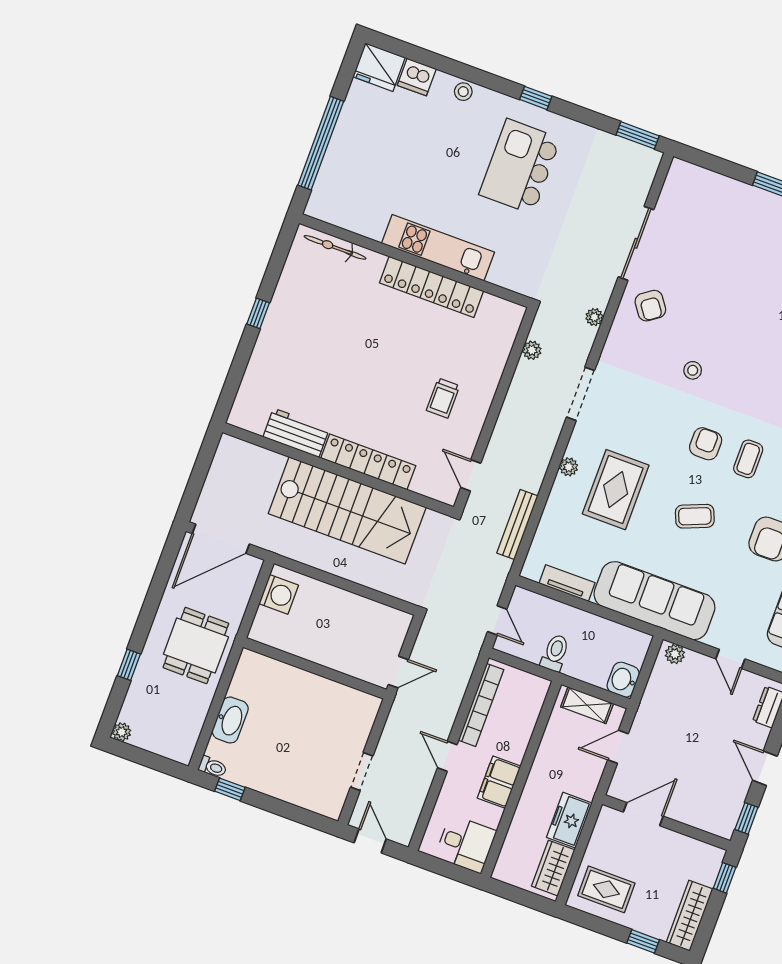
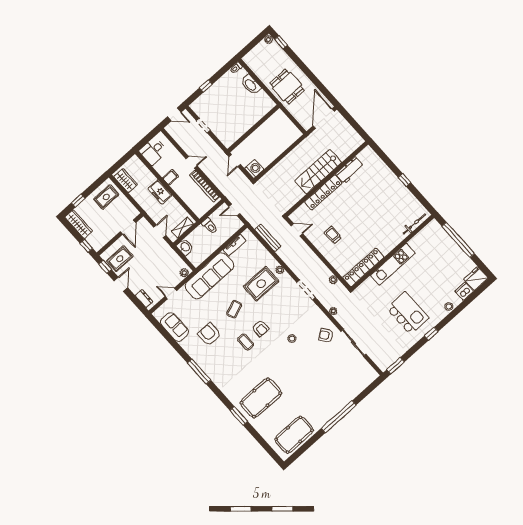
locker: (431, 287) -> (363, 267), moved
rug: (616, 490) -> (261, 284), turned 90
stairs: (347, 510) -> (318, 172), width x0.73, depth x0.66
washing machine: (279, 594) -> (254, 169), moved, turned 180
window: (129, 665) -> (281, 42), moved
door: (765, 768) -> (121, 284), hinge flipped
filing cabinet: (499, 782) -> (171, 177), width x0.50
window: (230, 789) -> (206, 86), moved
rug: (715, 797) -> (120, 259), added
freezer: (569, 820) -> (160, 192), moved, turned 180

